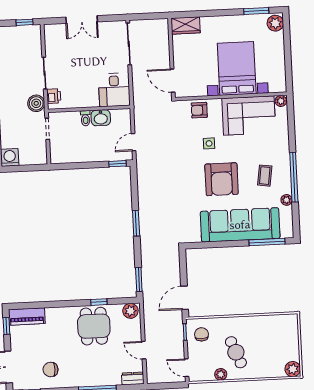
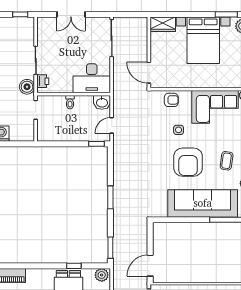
bed with nightstands: (237, 68) -> (203, 40), moved, turned 180
desk: (114, 90) -> (92, 78), width x1.37
armchair: (199, 110) -> (171, 100), turned 180
washbasin: (101, 118) -> (102, 102), moved

